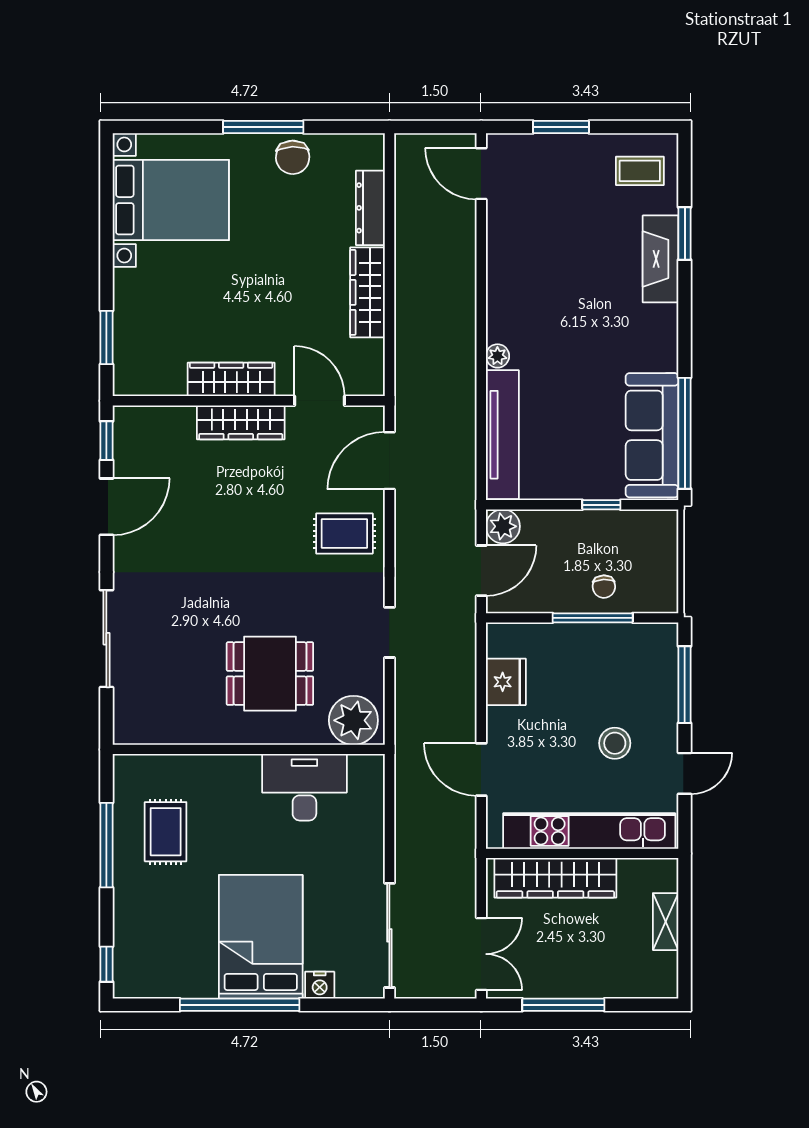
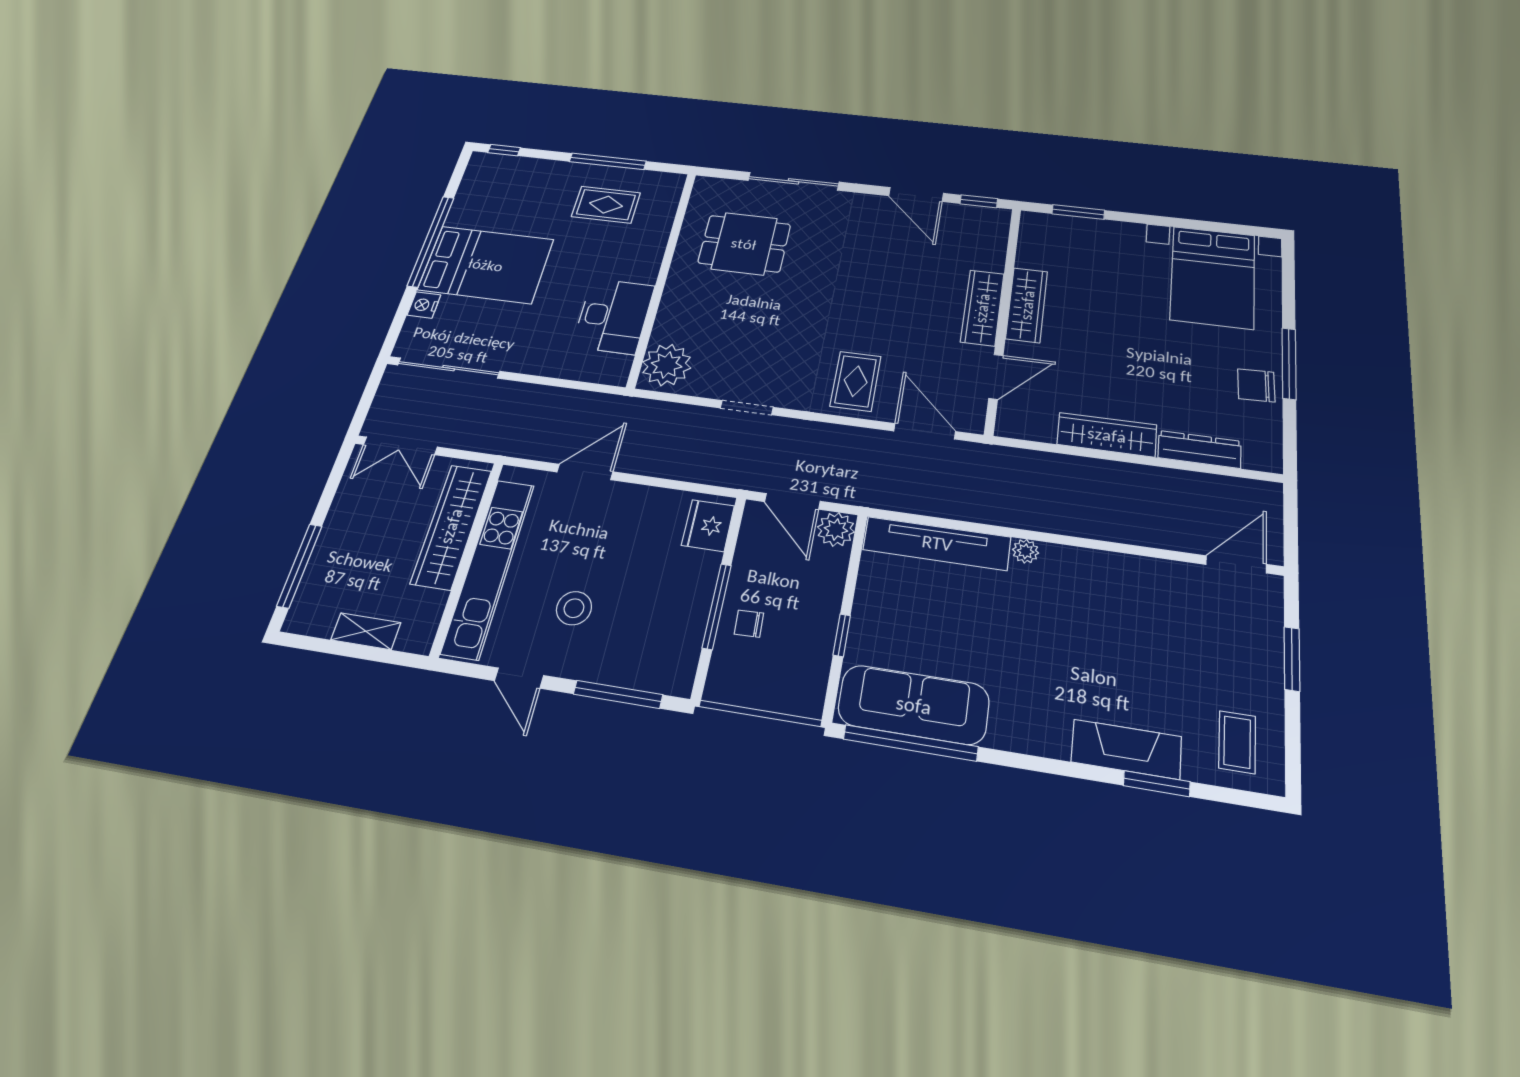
dining table: (270, 674) -> (744, 244), moved, turned 90
fridge: (506, 682) -> (708, 526), moved, turned 90
window: (563, 1005) -> (299, 566), moved

